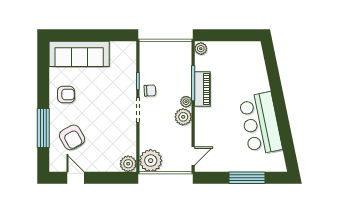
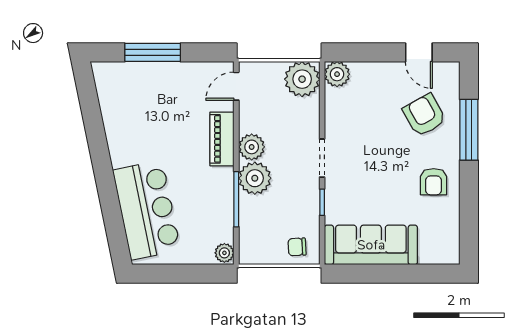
sofa: (79, 54) -> (371, 245), moved
piano: (202, 89) -> (222, 139), moved
chair: (150, 91) -> (297, 247), moved
armchair: (66, 94) -> (434, 182), turned -90
plant: (186, 102) -> (255, 178), width x1.87, depth x1.87
bar counter: (261, 124) -> (147, 210), moved

